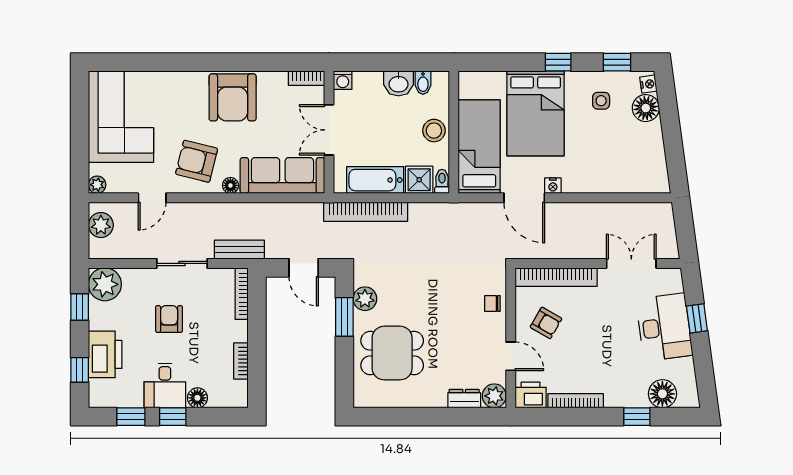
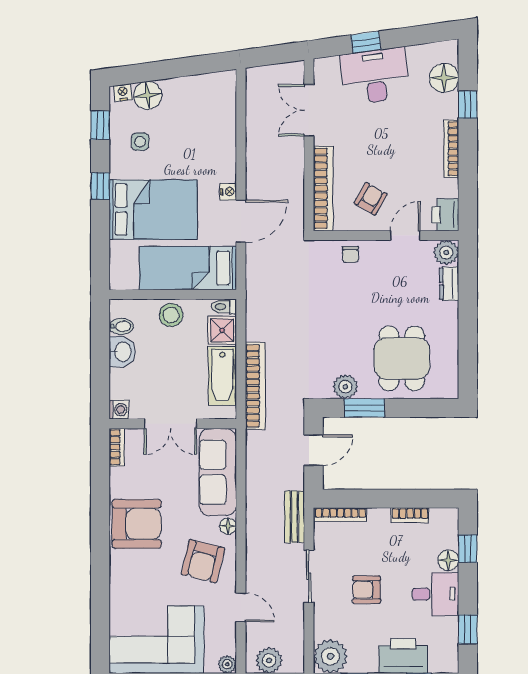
bookcase: (576, 401) -> (451, 149), moved
window: (173, 417) -> (468, 549), moved

